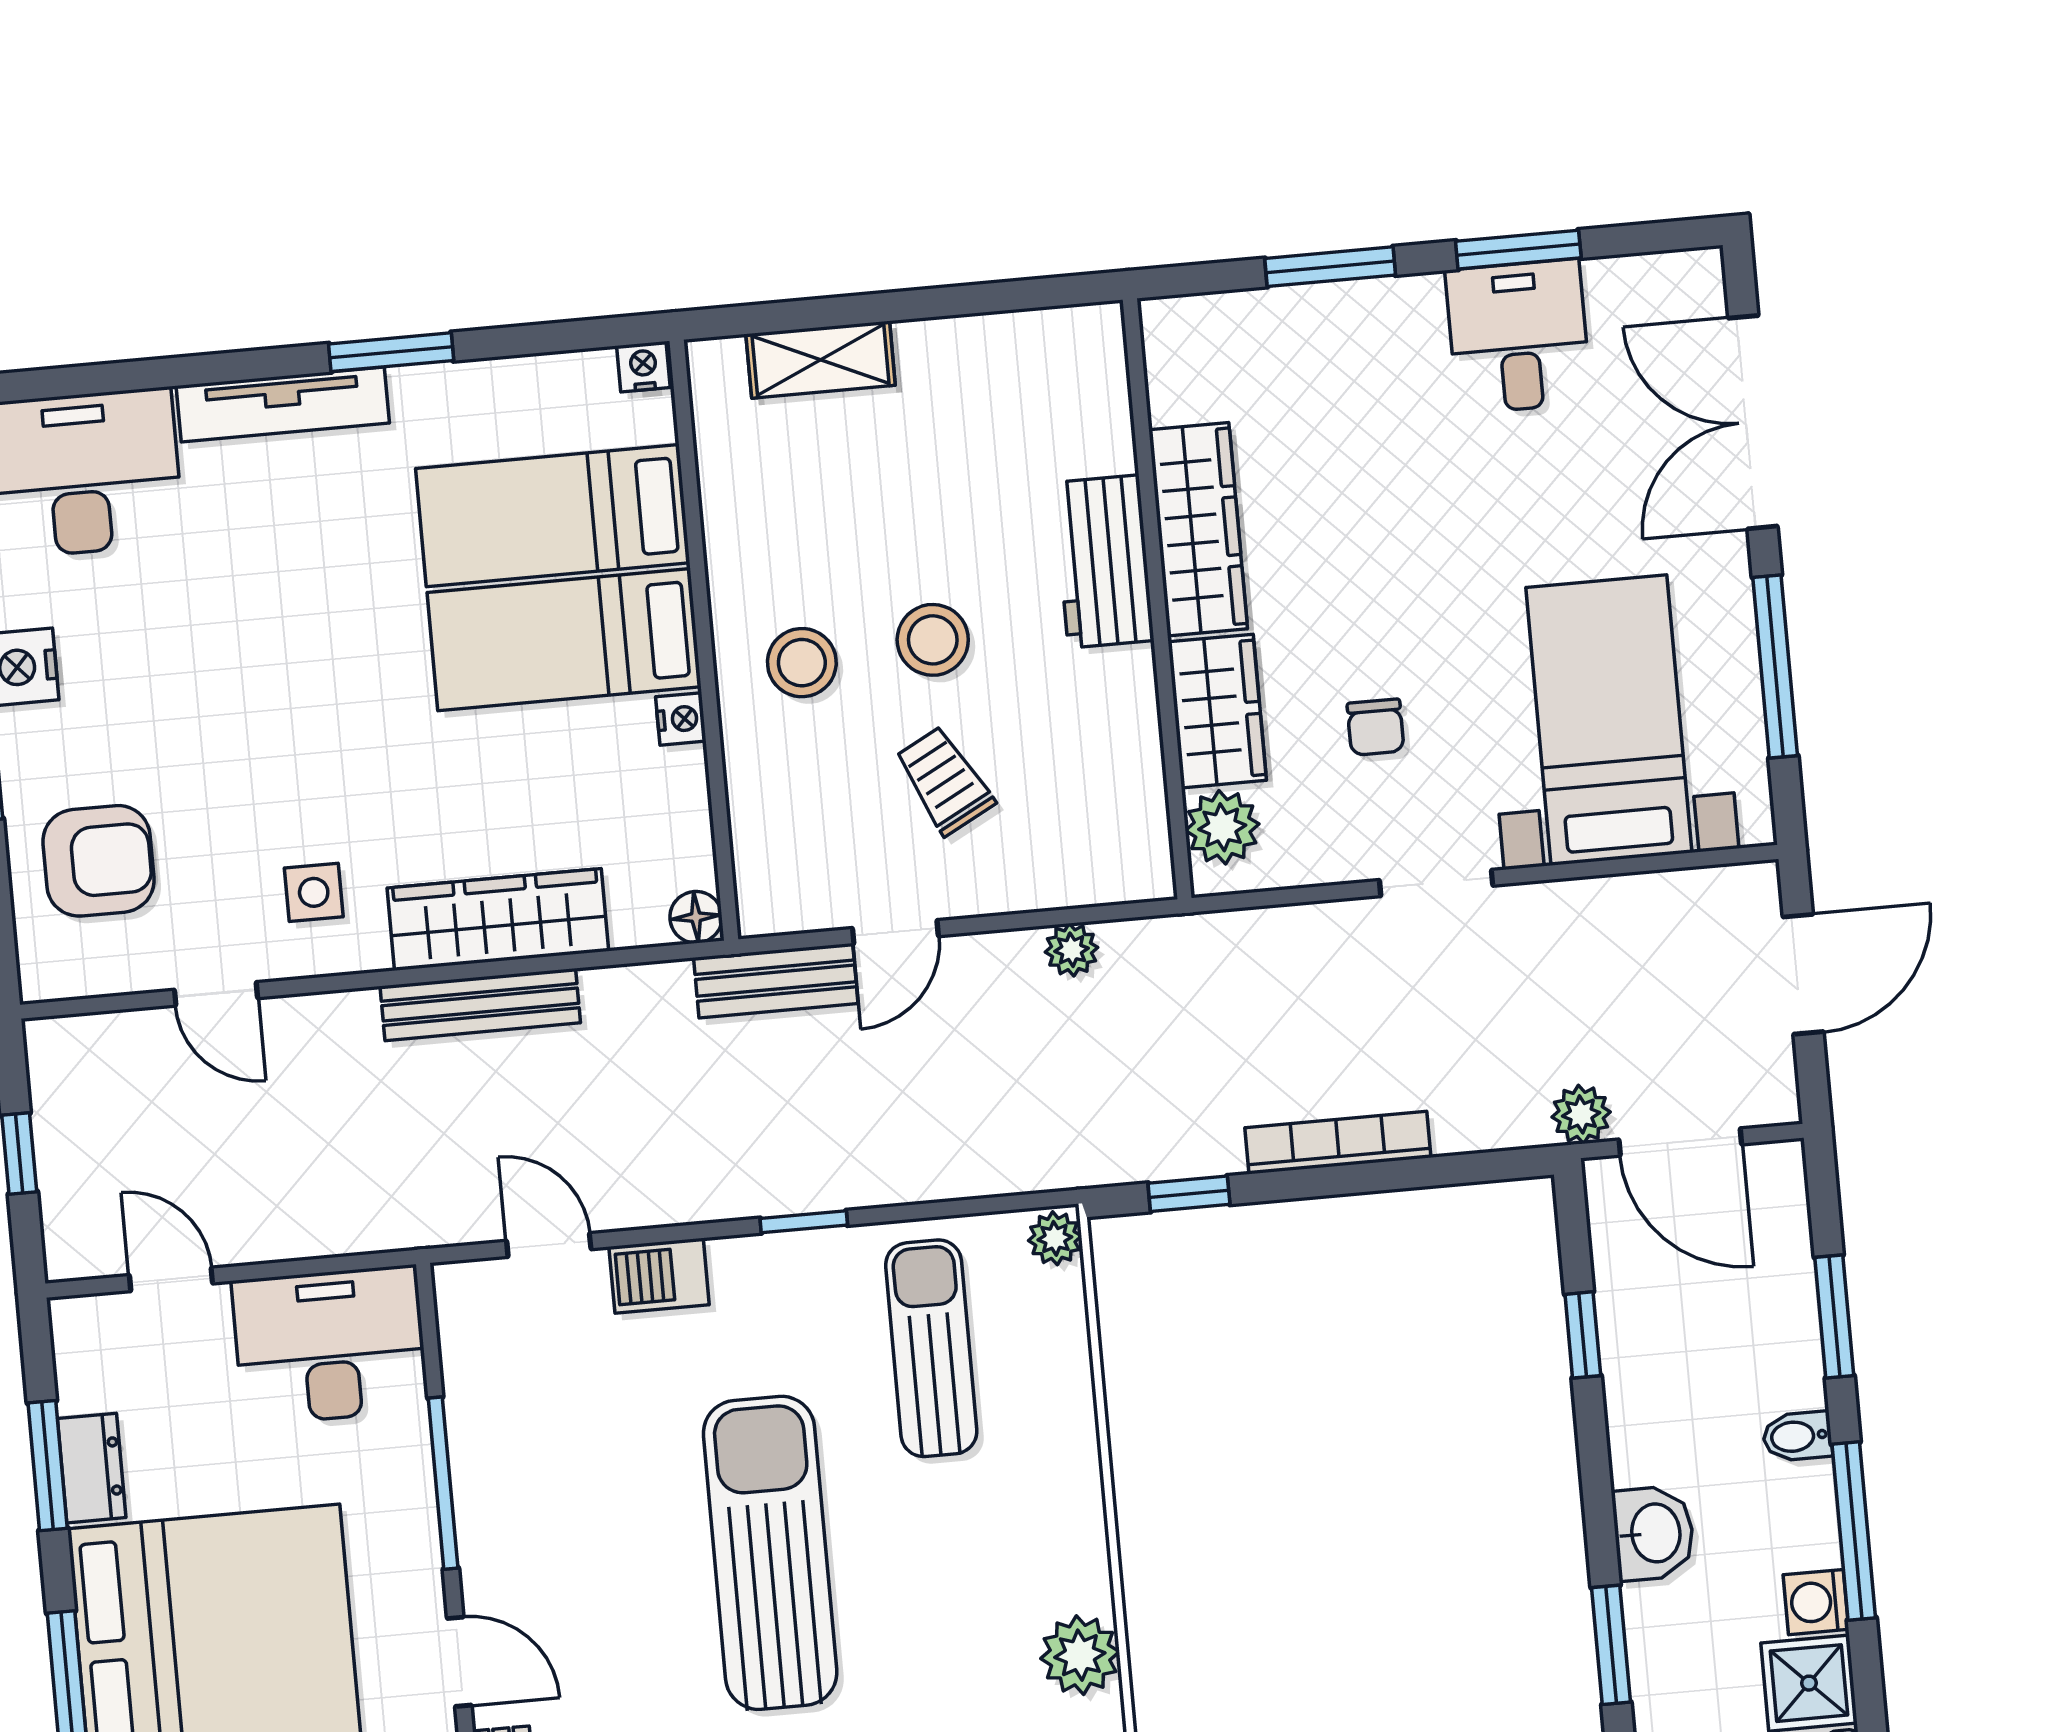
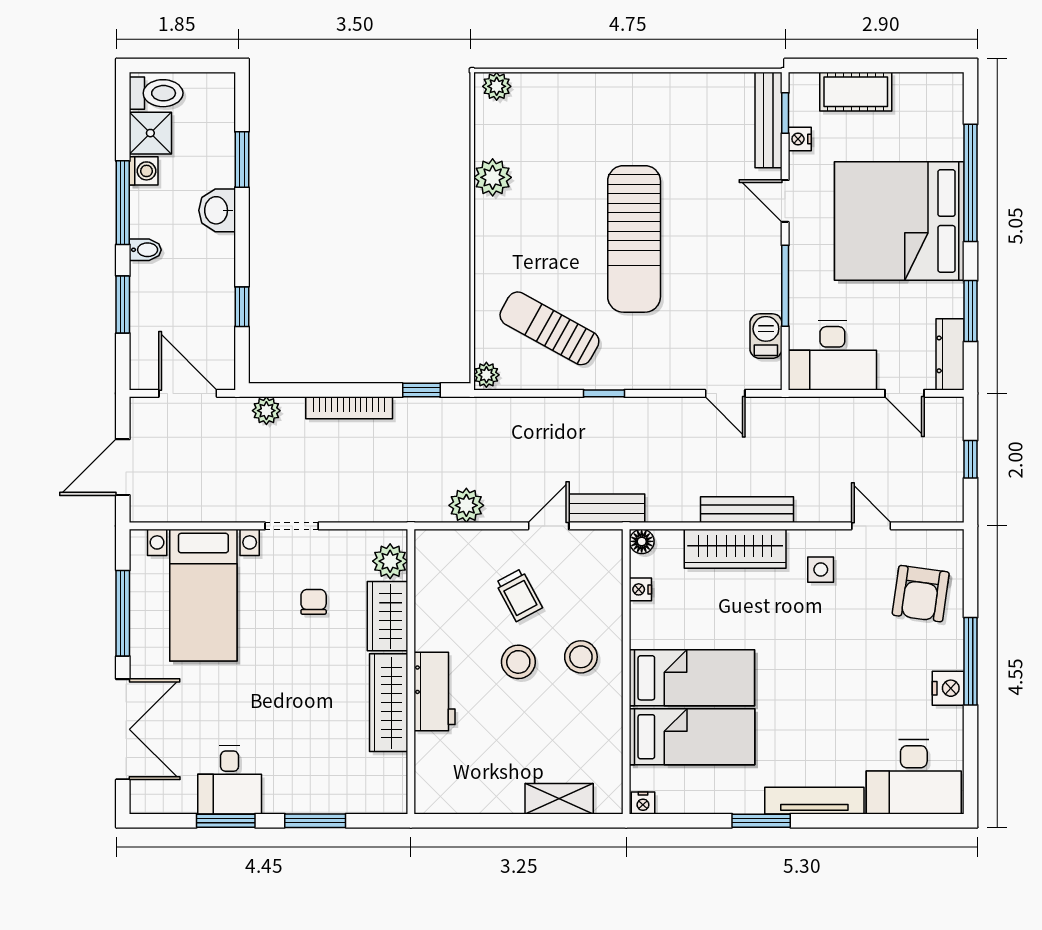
nightstand: (681, 719) -> (640, 589), moved
armchair: (99, 861) -> (921, 594), turned -82
plant: (1072, 950) -> (466, 505), width x1.38, depth x1.38
plant: (1581, 1114) -> (266, 411), moved
barbecue: (659, 1276) -> (766, 336), moved, turned -90
sun lounger: (931, 1348) -> (549, 328), turned 119
dresser: (92, 1468) -> (950, 354), moved, width x1.44

